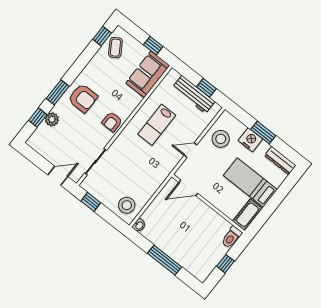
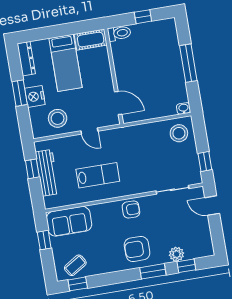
armchair: (83, 98) -> (137, 249), turned -90

